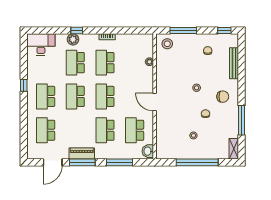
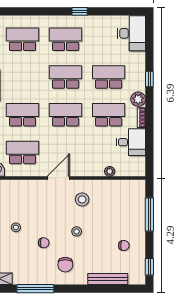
plant: (73, 39) -> (138, 99), moved
stool: (167, 44) -> (82, 199), moved
desk: (126, 45) -> (131, 142), added

